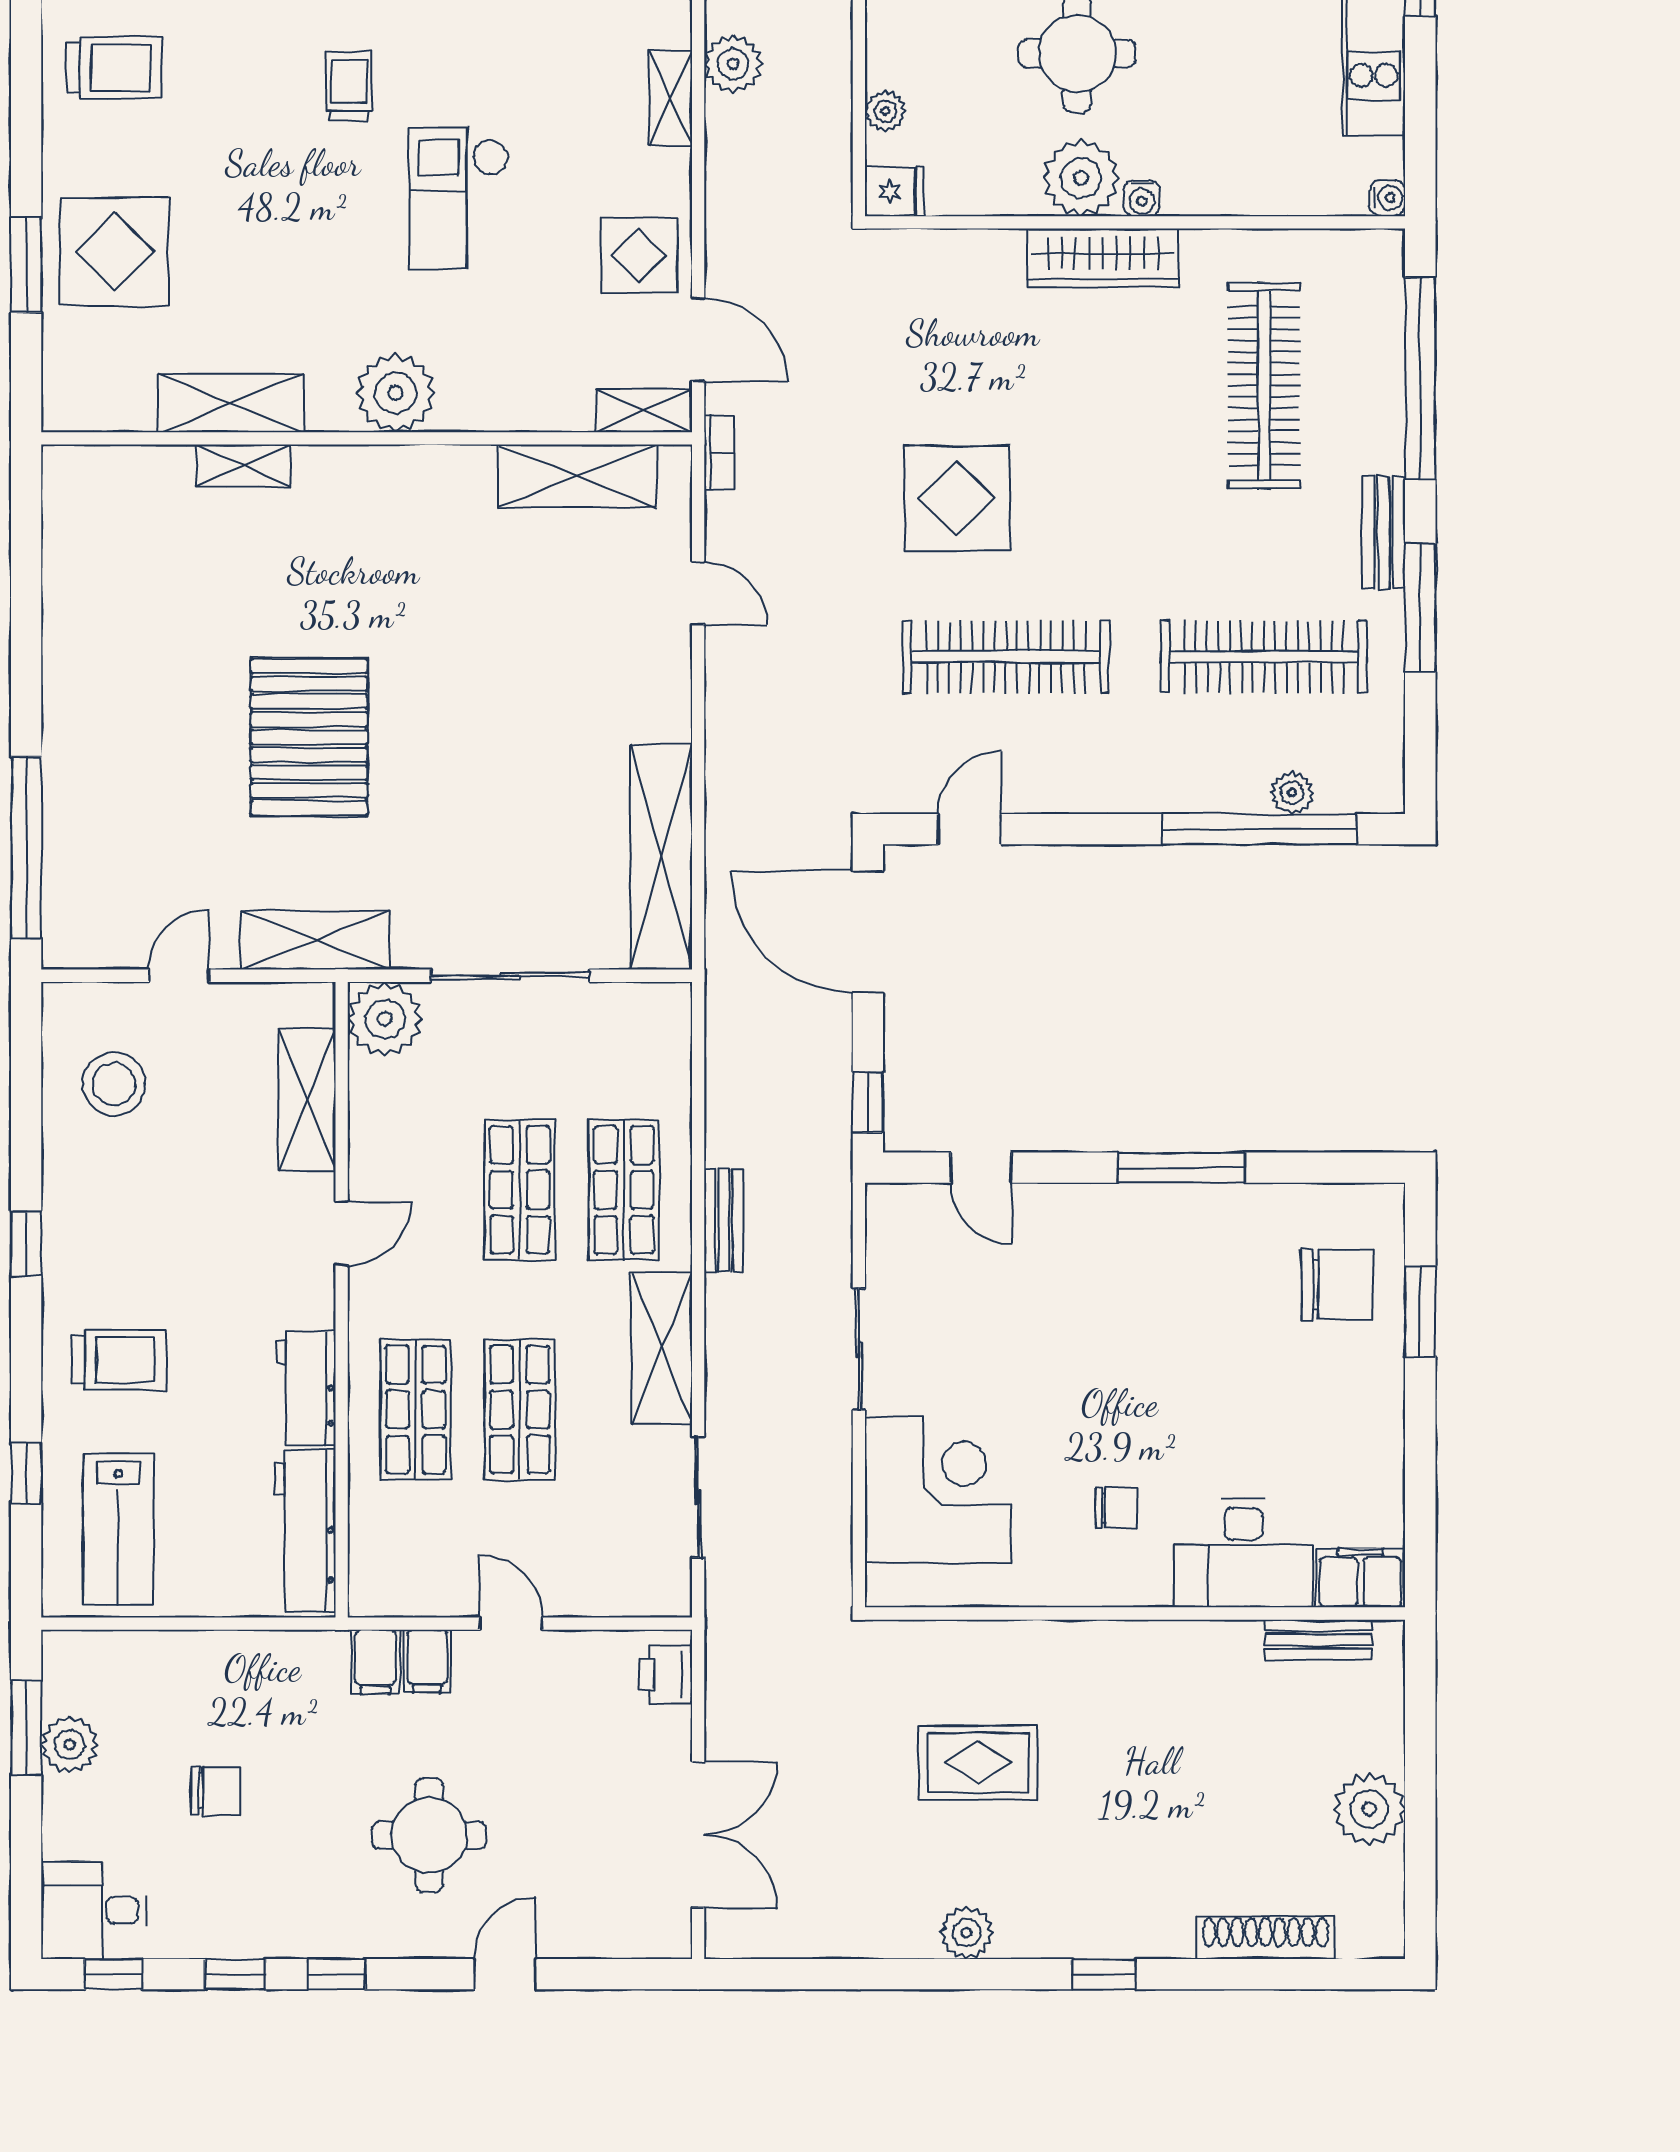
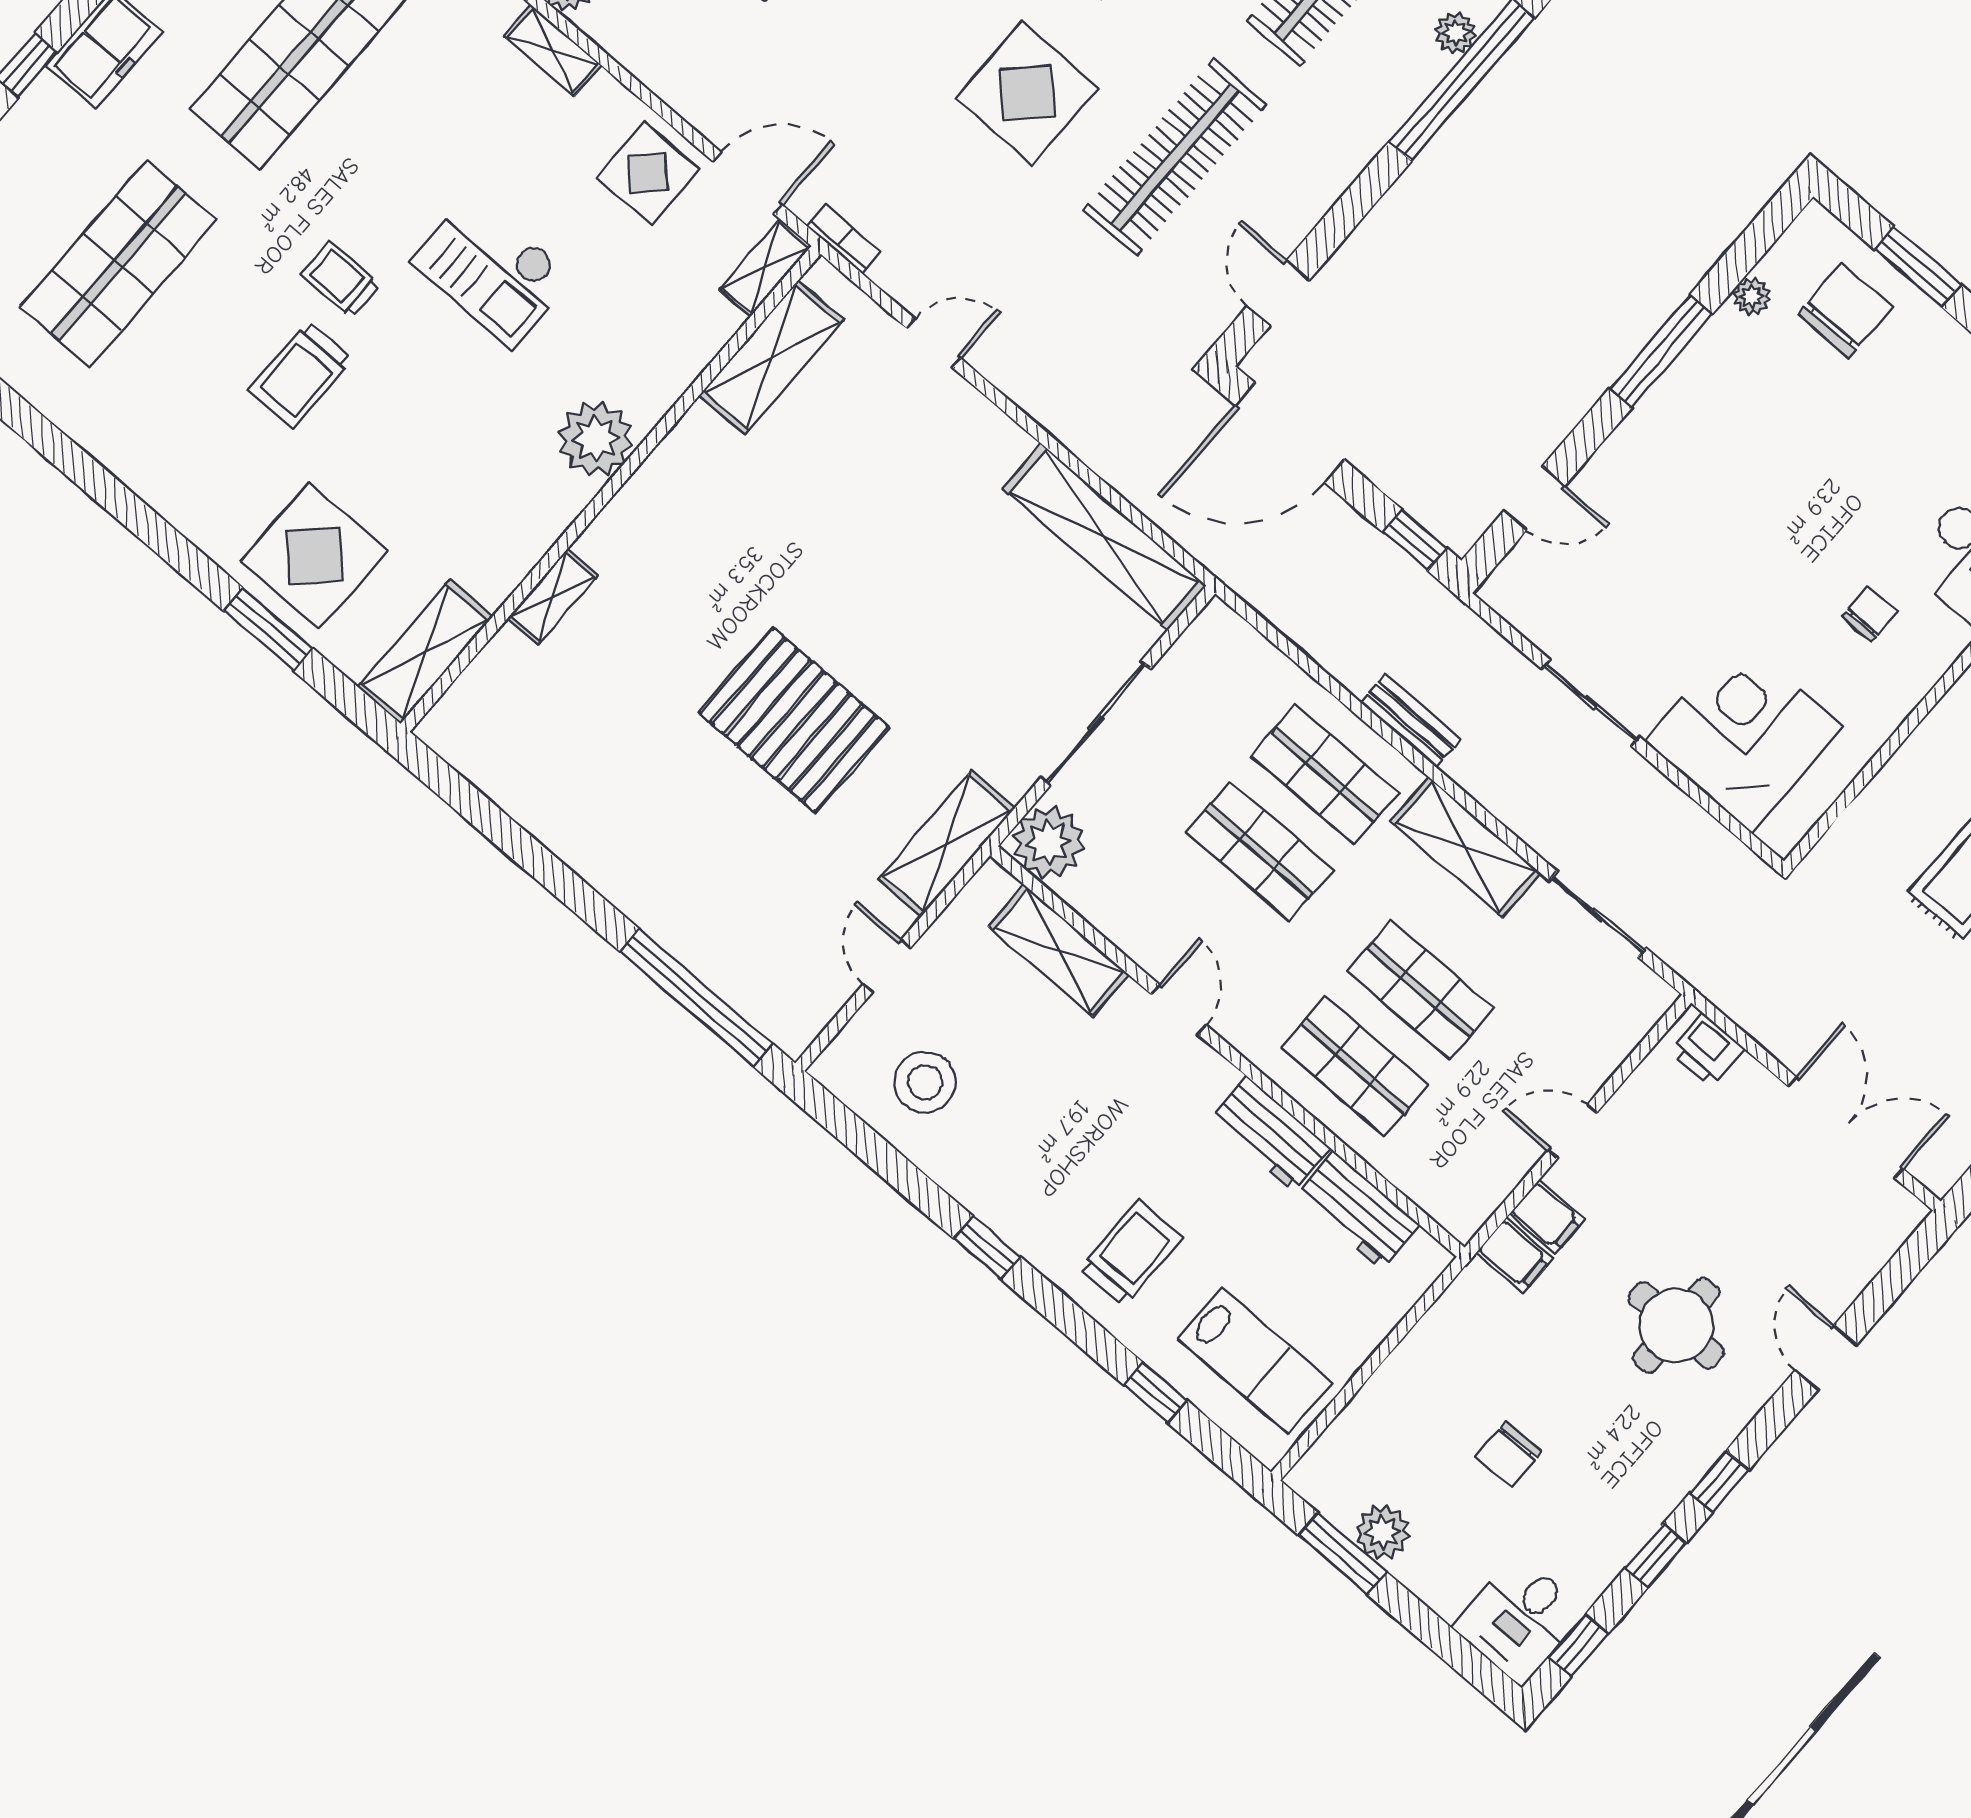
trolley: (114, 68) -> (300, 375), moved, turned 180
shelving: (231, 403) -> (425, 652), moved
plant: (1285, 1202) -> (1752, 297), added
workbench: (305, 1531) -> (1358, 1210), width x0.73
chair: (216, 1791) -> (1508, 1454), turned 180

